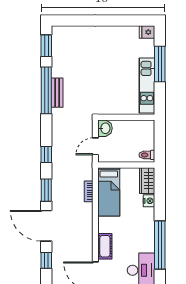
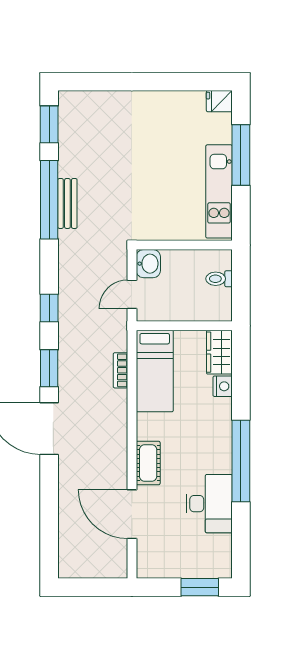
toilet: (147, 155) -> (219, 279), moved
window: (46, 260) -> (49, 487), removed

